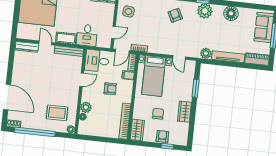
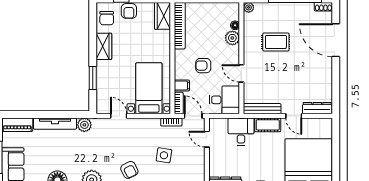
side table: (128, 12) -> (164, 155), moved
door: (114, 32) -> (207, 139), hinge flipped
door: (122, 51) -> (193, 116), hinge flipped
door: (82, 80) -> (241, 73), hinge flipped
rug: (57, 113) -> (276, 42), moved
chair: (158, 114) -> (107, 18), moved

